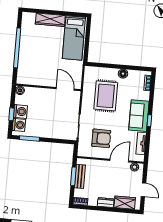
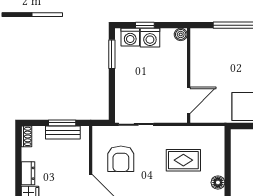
rug: (106, 96) -> (183, 160), width x0.73, depth x0.70

